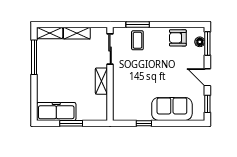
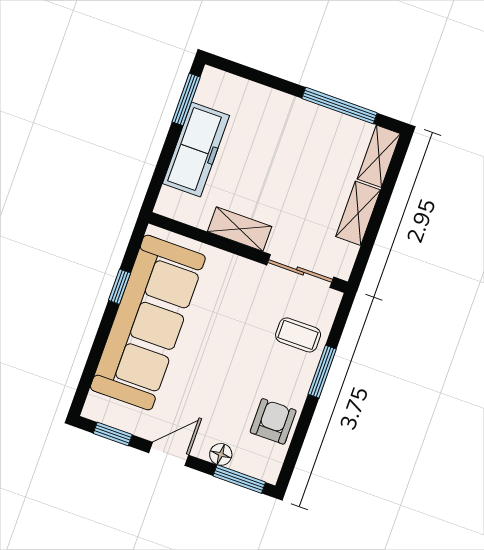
window: (138, 25) -> (322, 372), moved
floor lamp: (200, 42) -> (221, 454), moved
sofa: (172, 109) -> (148, 323), width x1.85, depth x1.27
freezer: (56, 112) -> (196, 150), moved
window: (71, 123) -> (186, 99), moved

